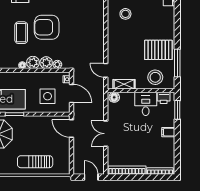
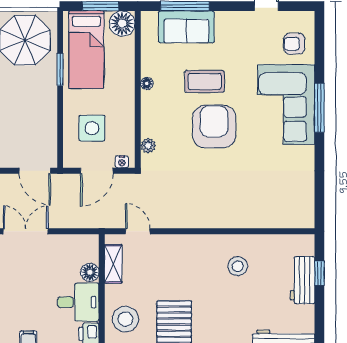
plant: (33, 62) -> (152, 102), removed
plant: (46, 63) -> (151, 126), removed
door: (106, 70) -> (138, 231), hinge flipped
floor lamp: (114, 97) -> (90, 272), moved
door: (72, 128) -> (35, 171), swing flipped

